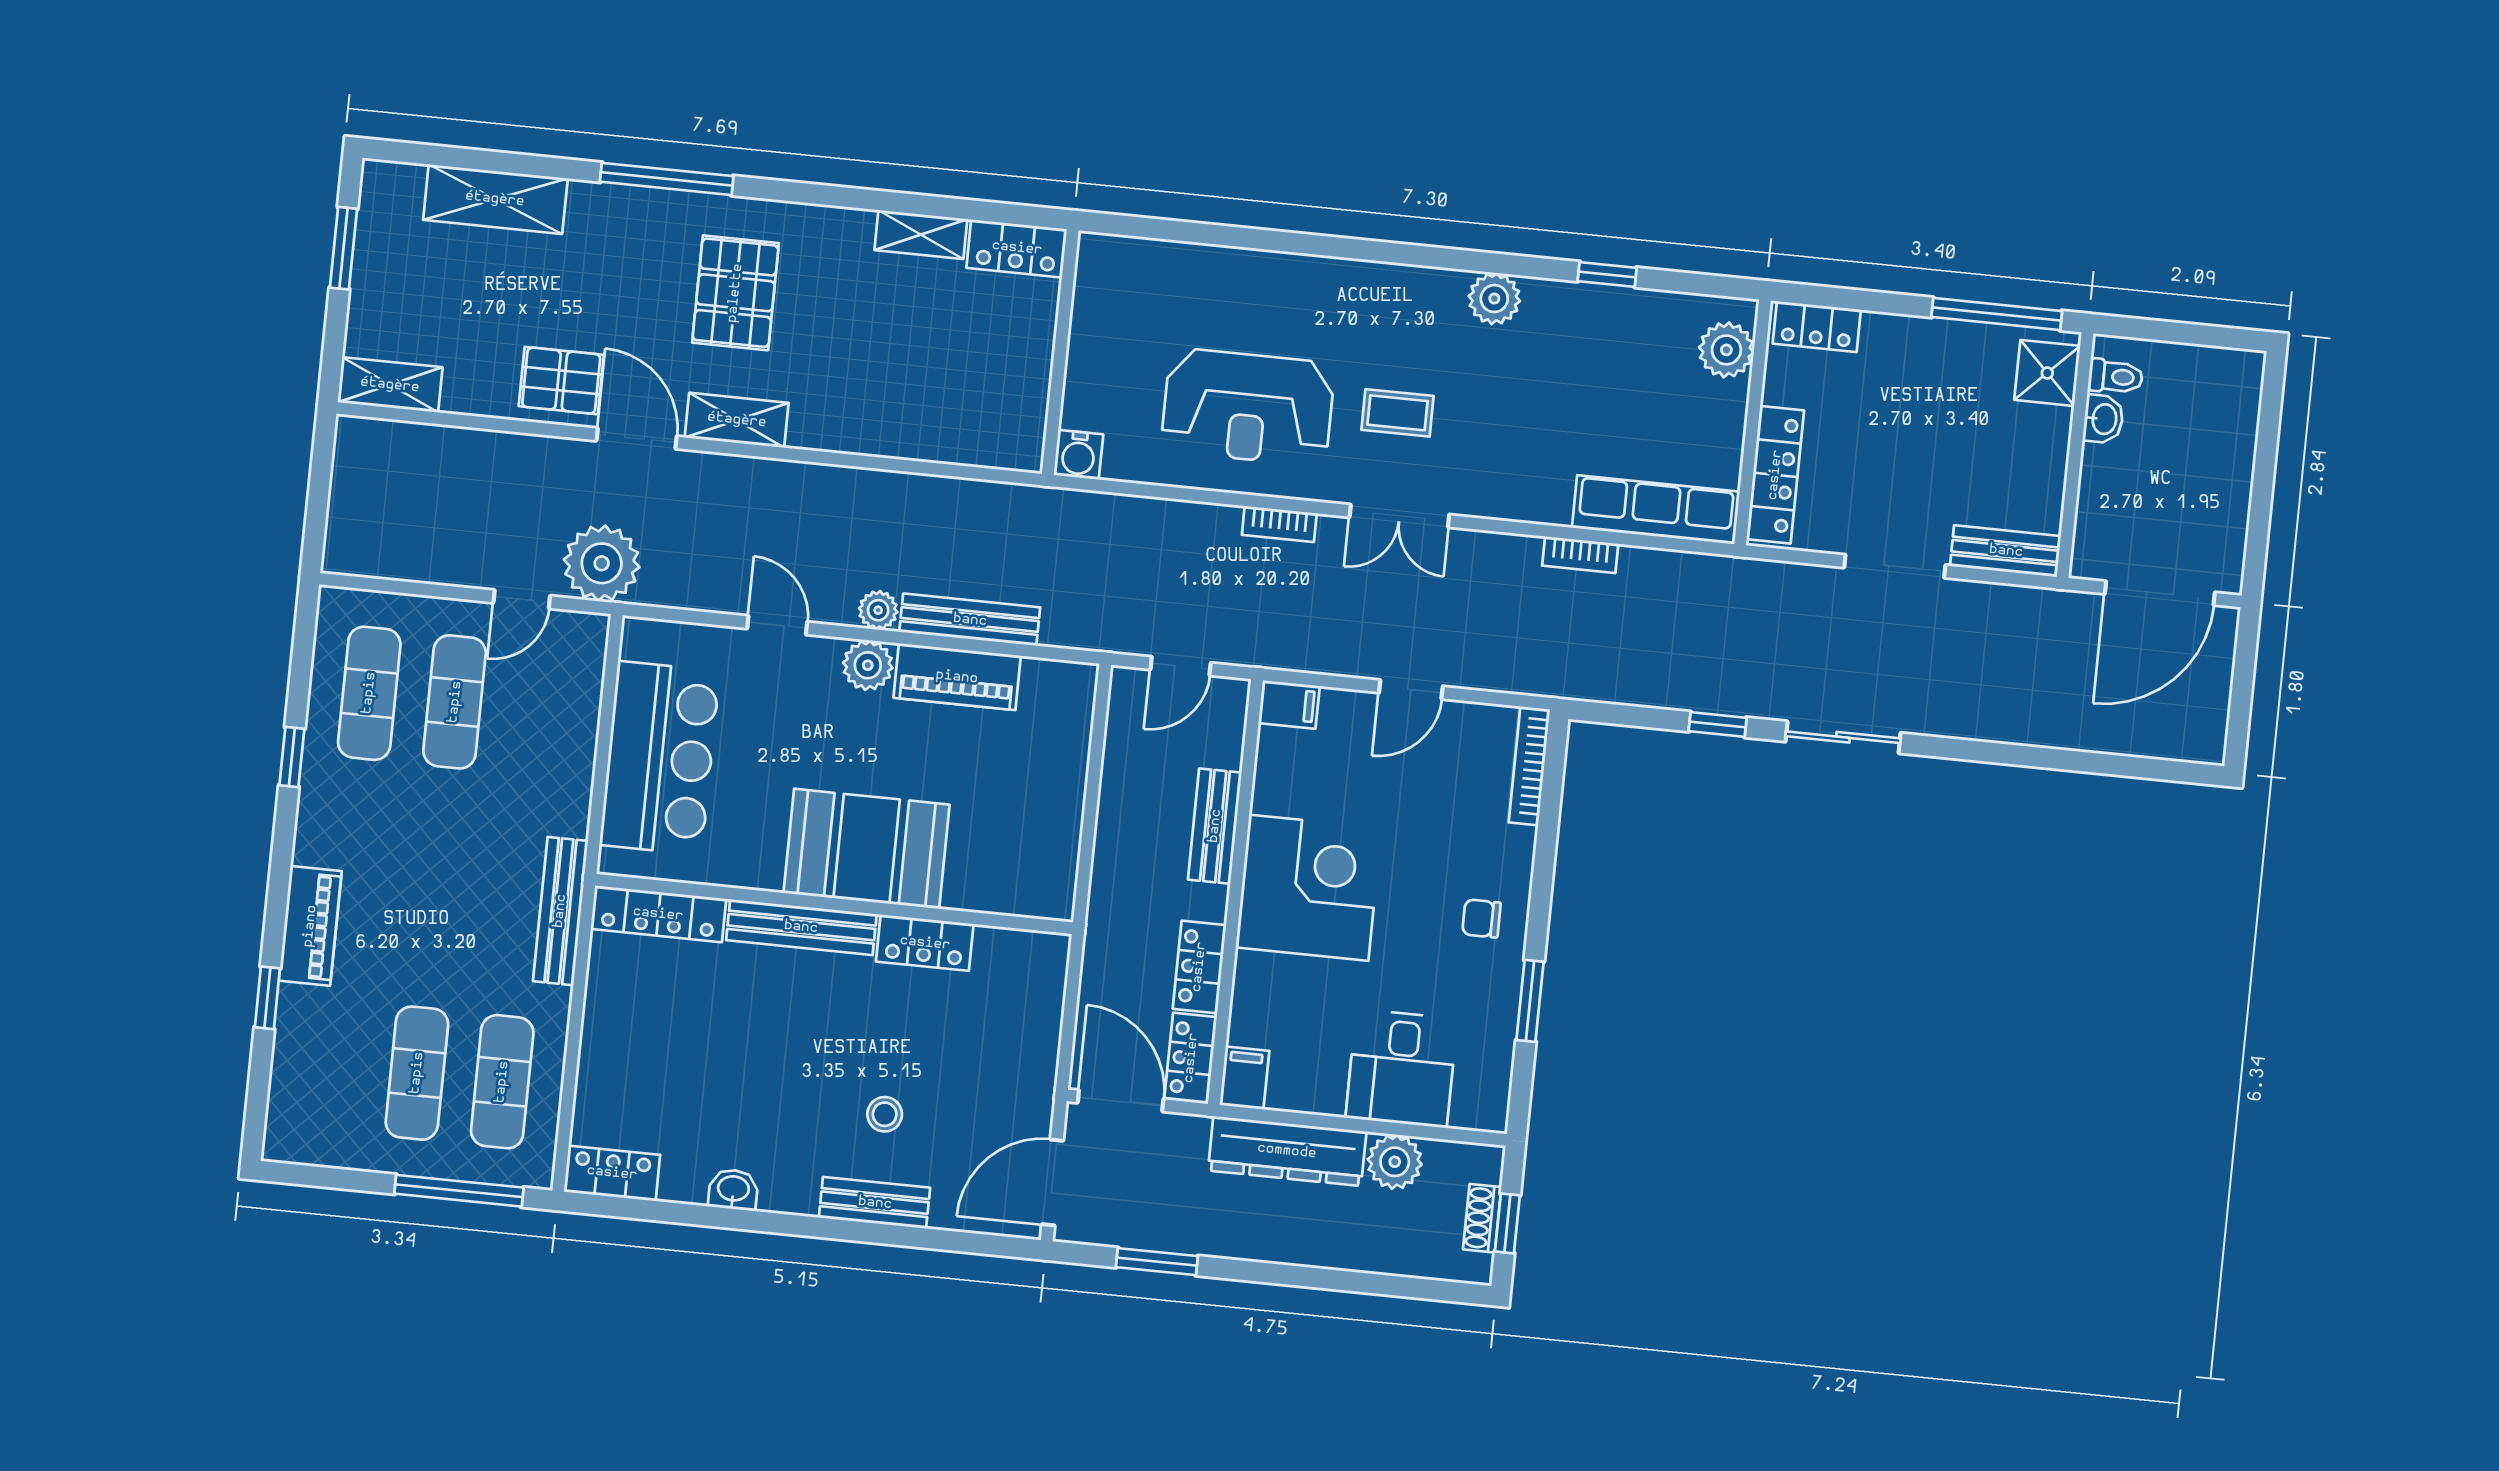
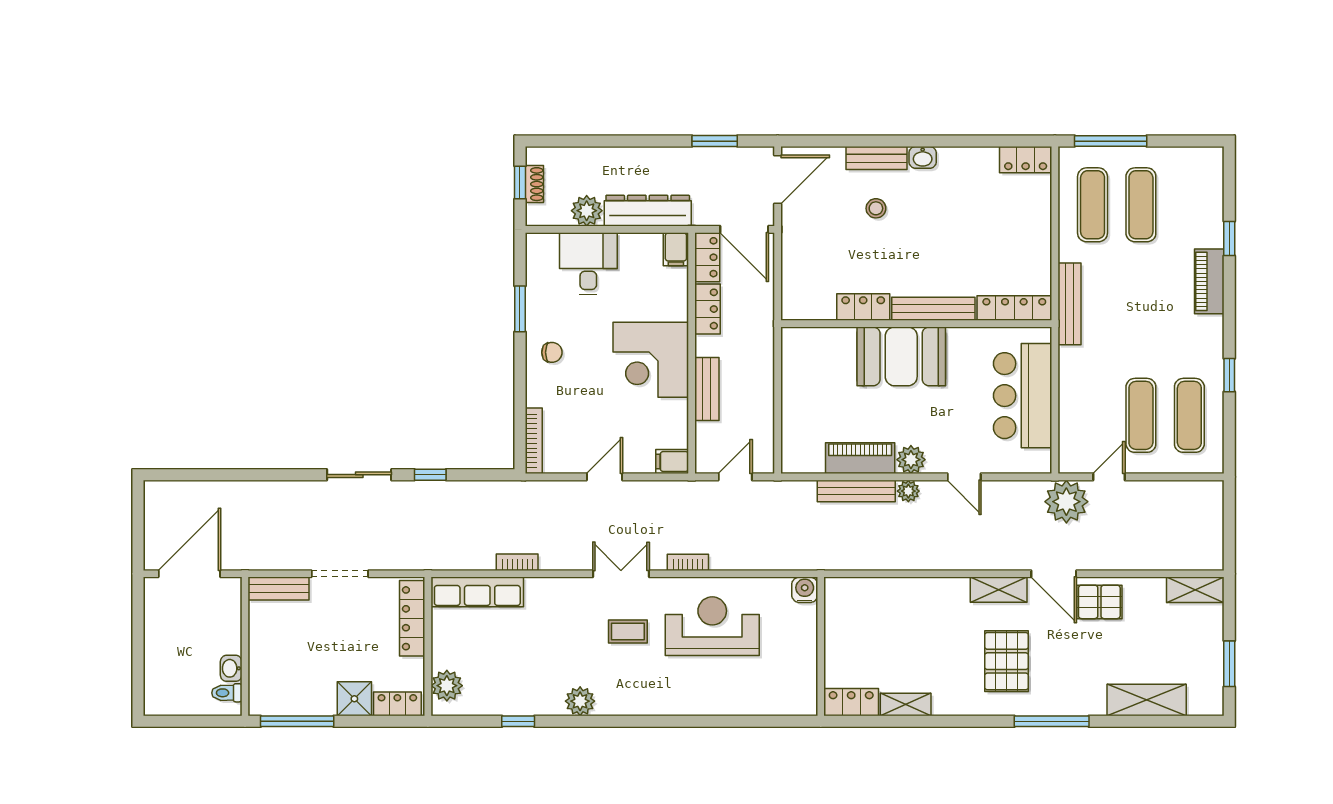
shower: (2047, 373) -> (354, 699), moved
washbasin: (733, 1190) -> (923, 157), moved

